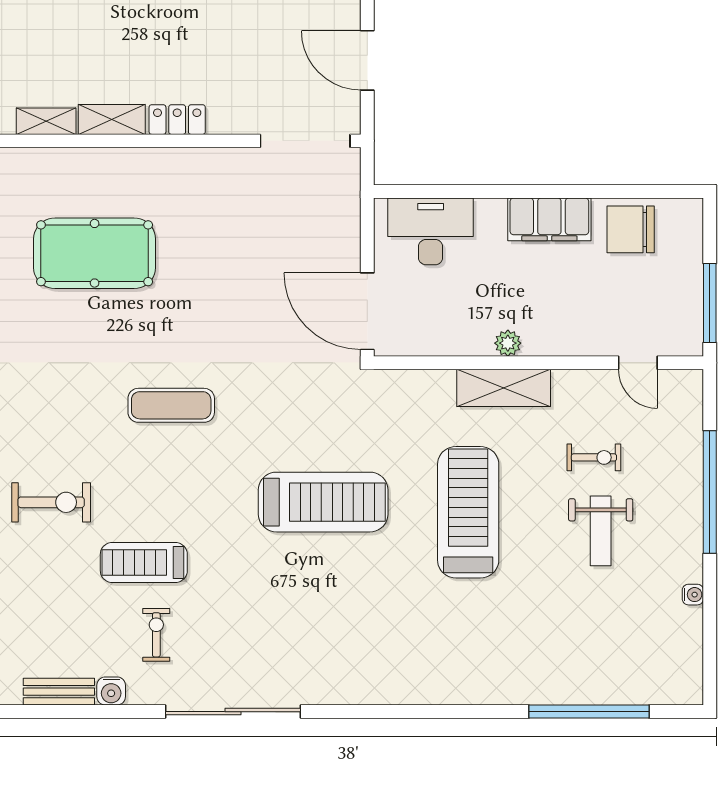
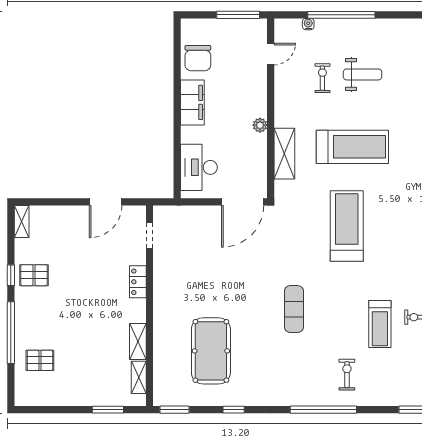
locker: (177, 120) -> (138, 282), moved
doorway: (305, 141) -> (149, 236), width x0.53
shelving: (504, 388) -> (284, 154), moved
exercise bike: (51, 502) -> (347, 375), width x0.73, depth x0.72
treadmill: (468, 512) -> (352, 147), turned 180
water cooler: (693, 595) -> (308, 24), moved

